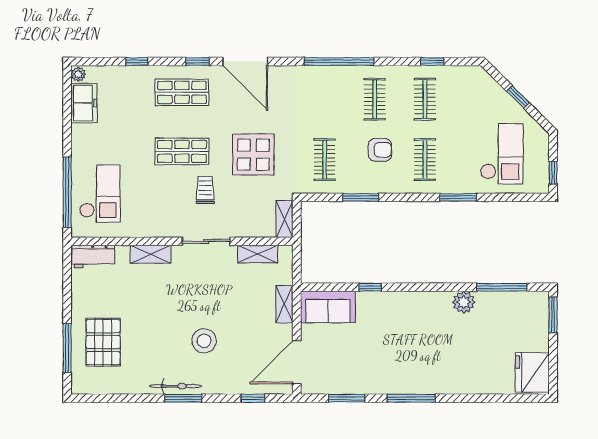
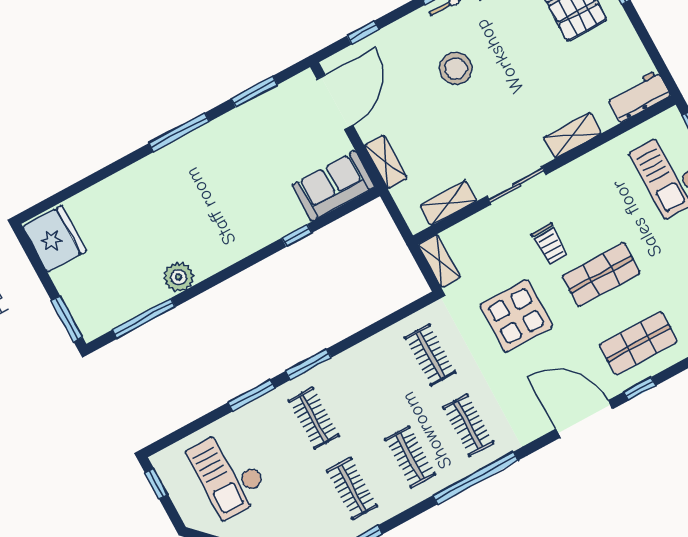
clothes rail: (325, 99) -> (468, 425), added
armchair: (380, 150) -> (372, 401), removed
window: (361, 197) -> (308, 364), moved

